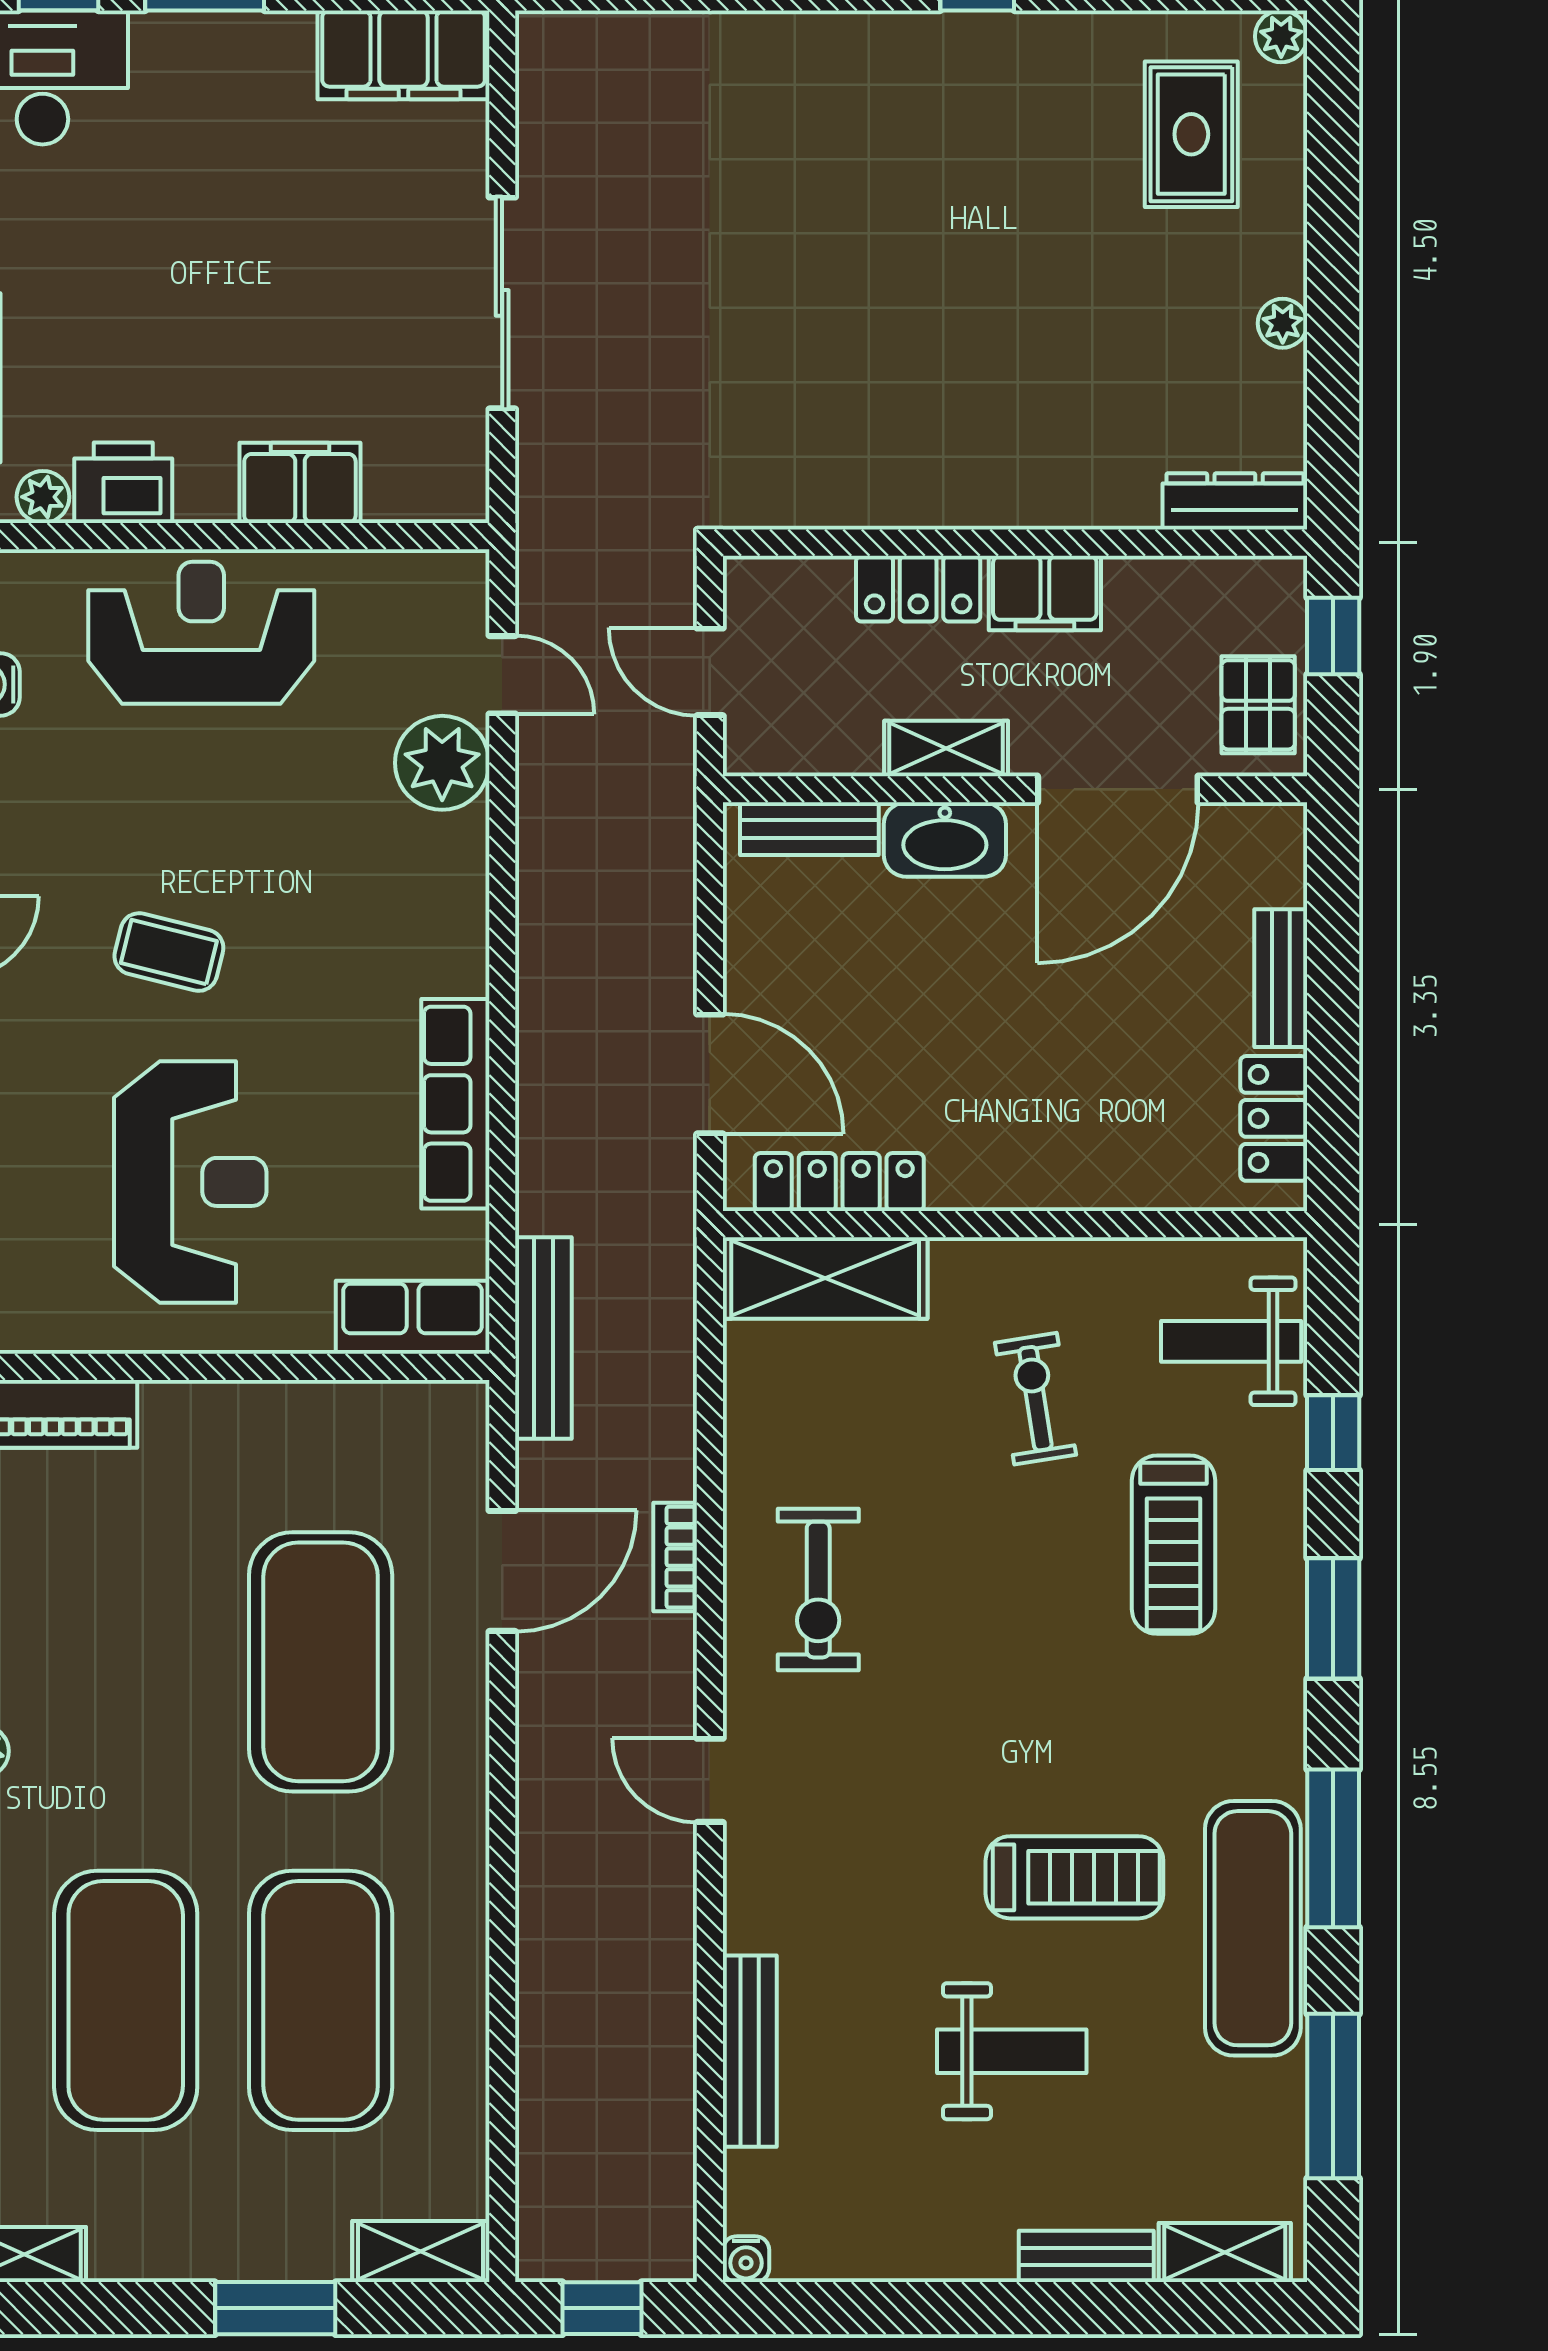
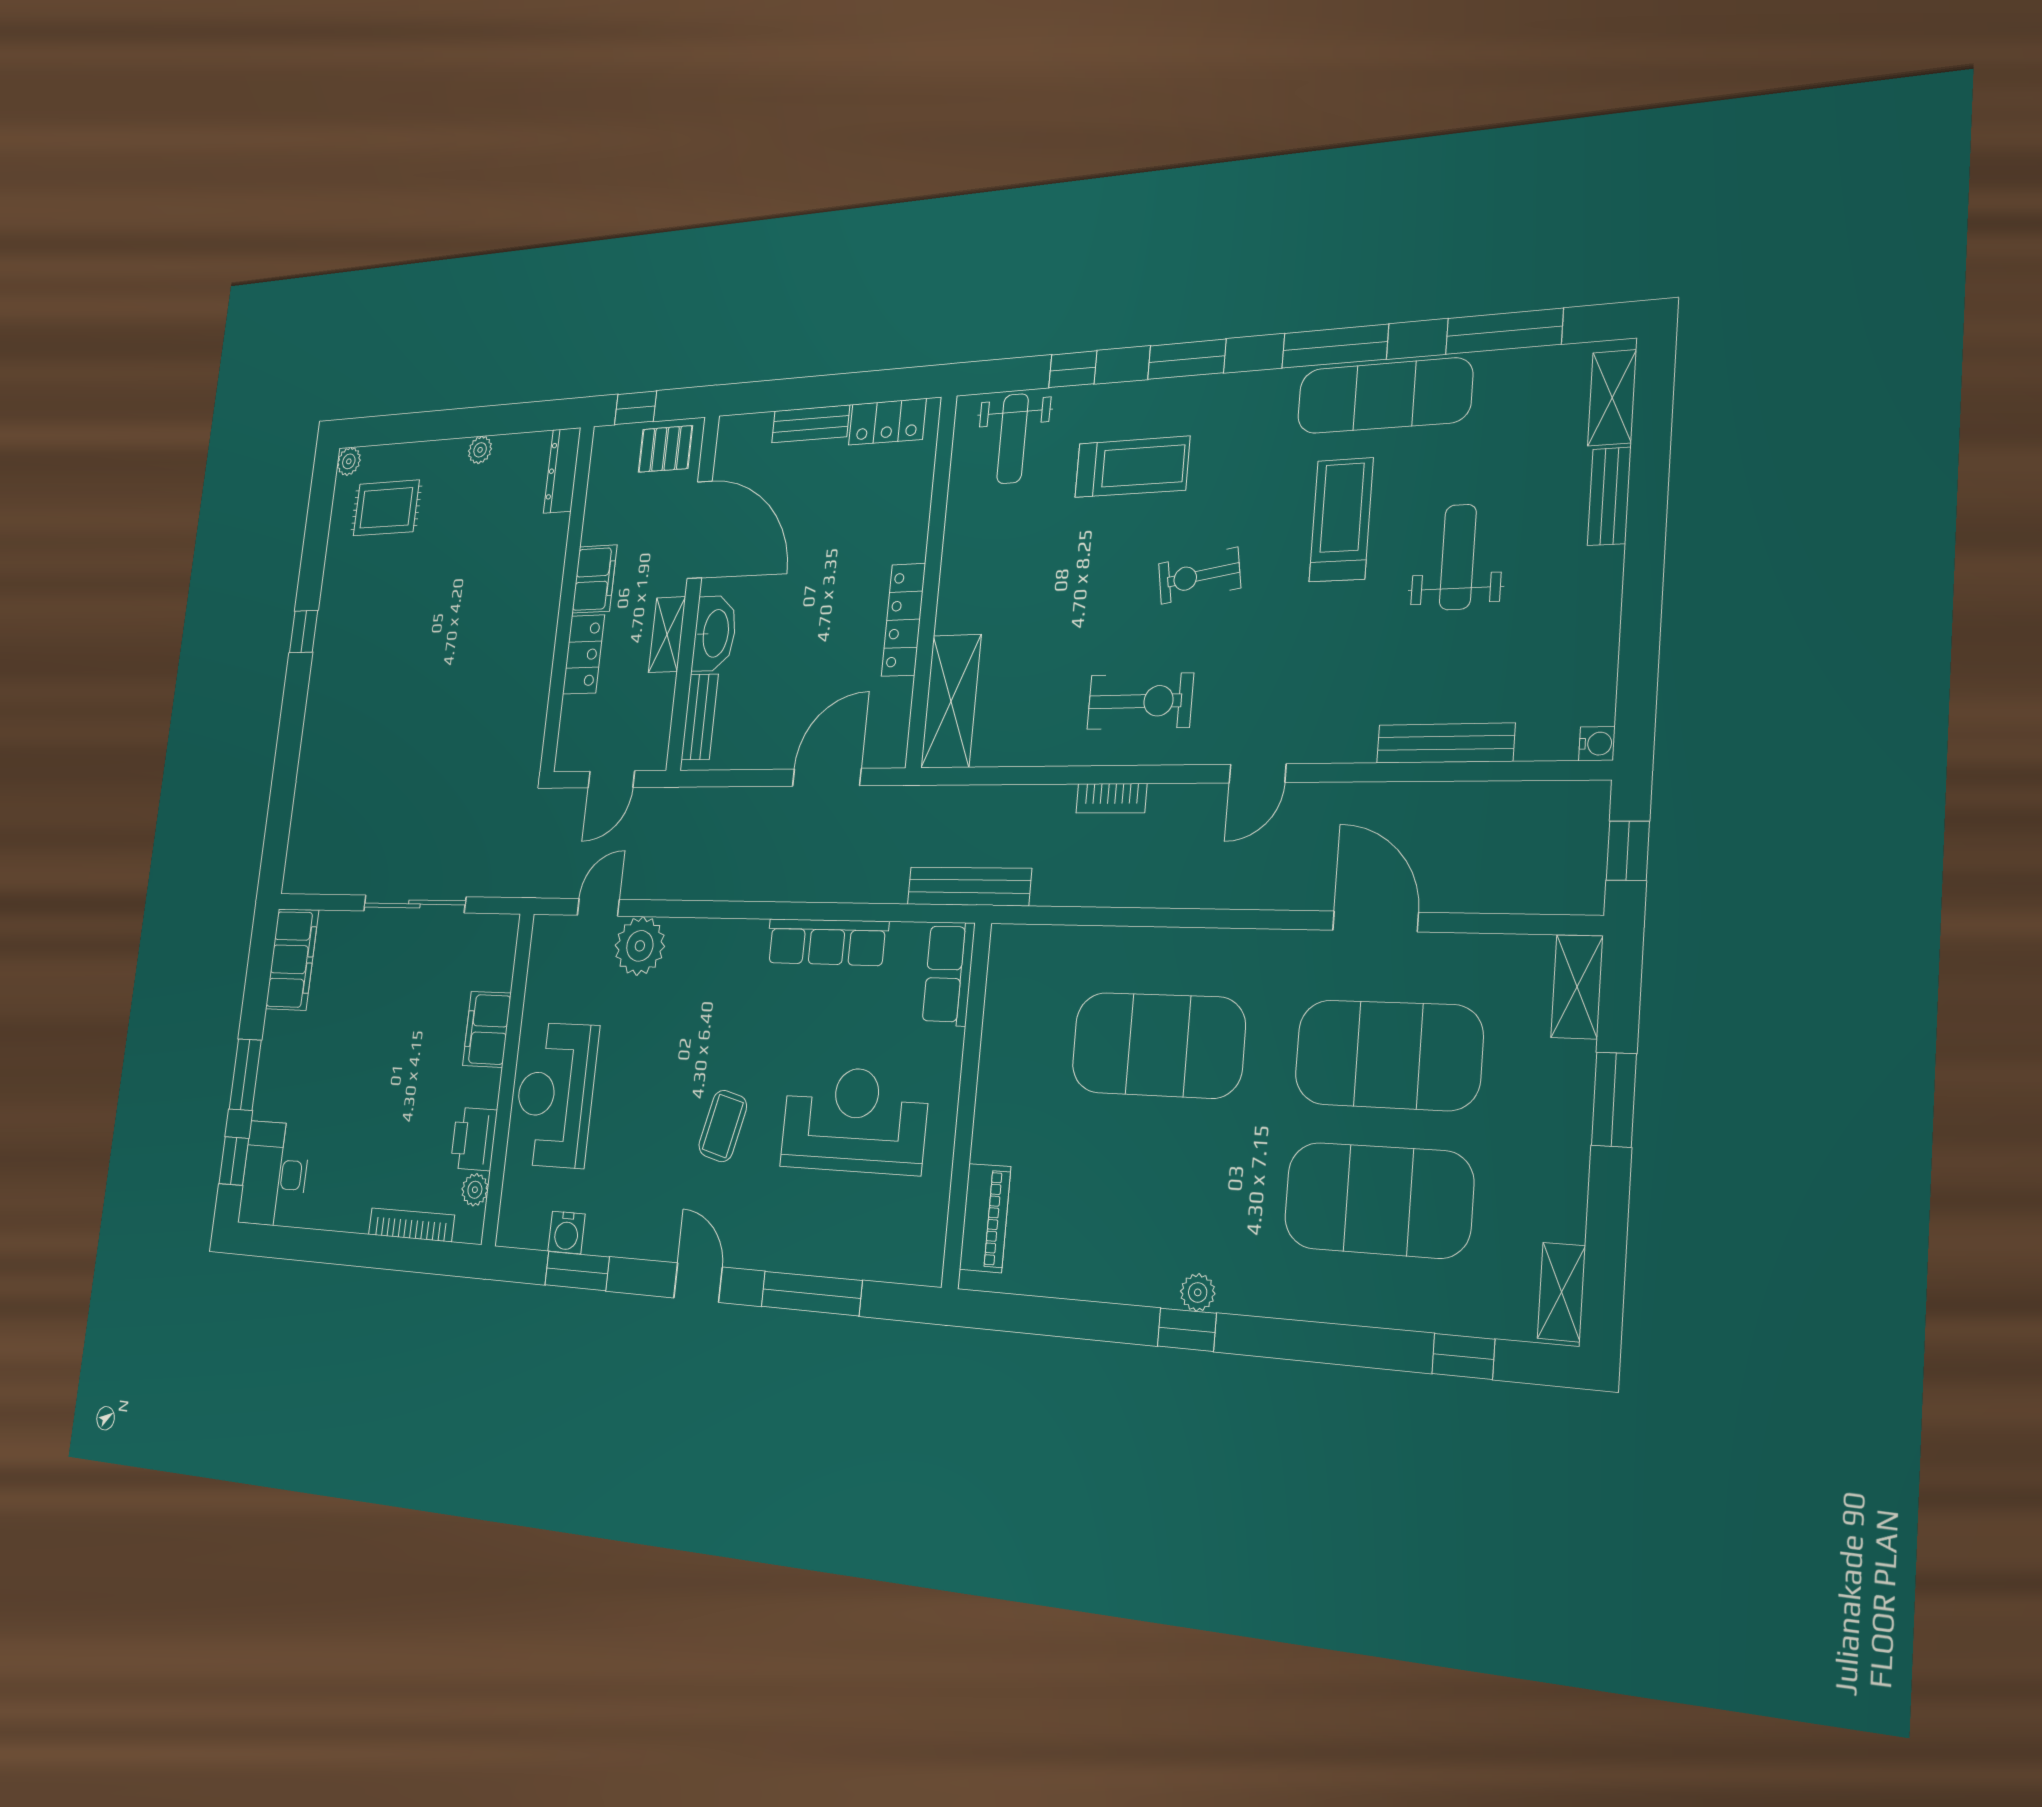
locker: (839, 1182) -> (903, 620), moved
exercise bike: (1036, 1399) -> (1199, 576), moved
door: (502, 1571) -> (1375, 921), moved

